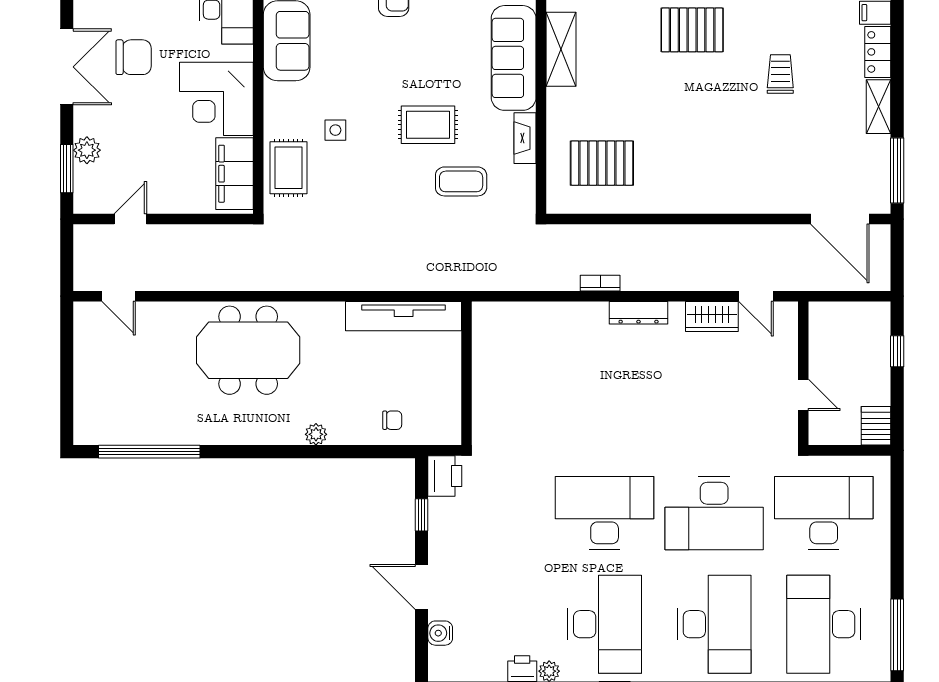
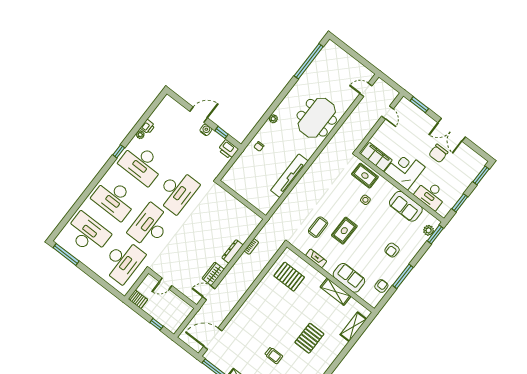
sofa: (514, 58) -> (349, 278), width x0.73
plant: (87, 150) -> (420, 116), removed
pallet: (602, 163) -> (289, 277), turned 90
wall: (467, 373) -> (242, 200), moved
water cooler: (440, 633) -> (206, 130), moved

